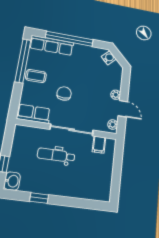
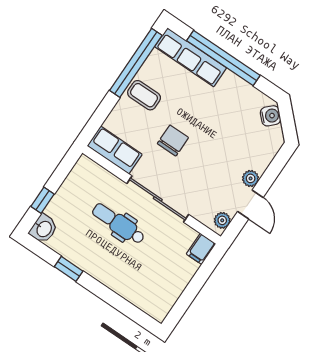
filing cabinet: (99, 145) -> (201, 249), moved

